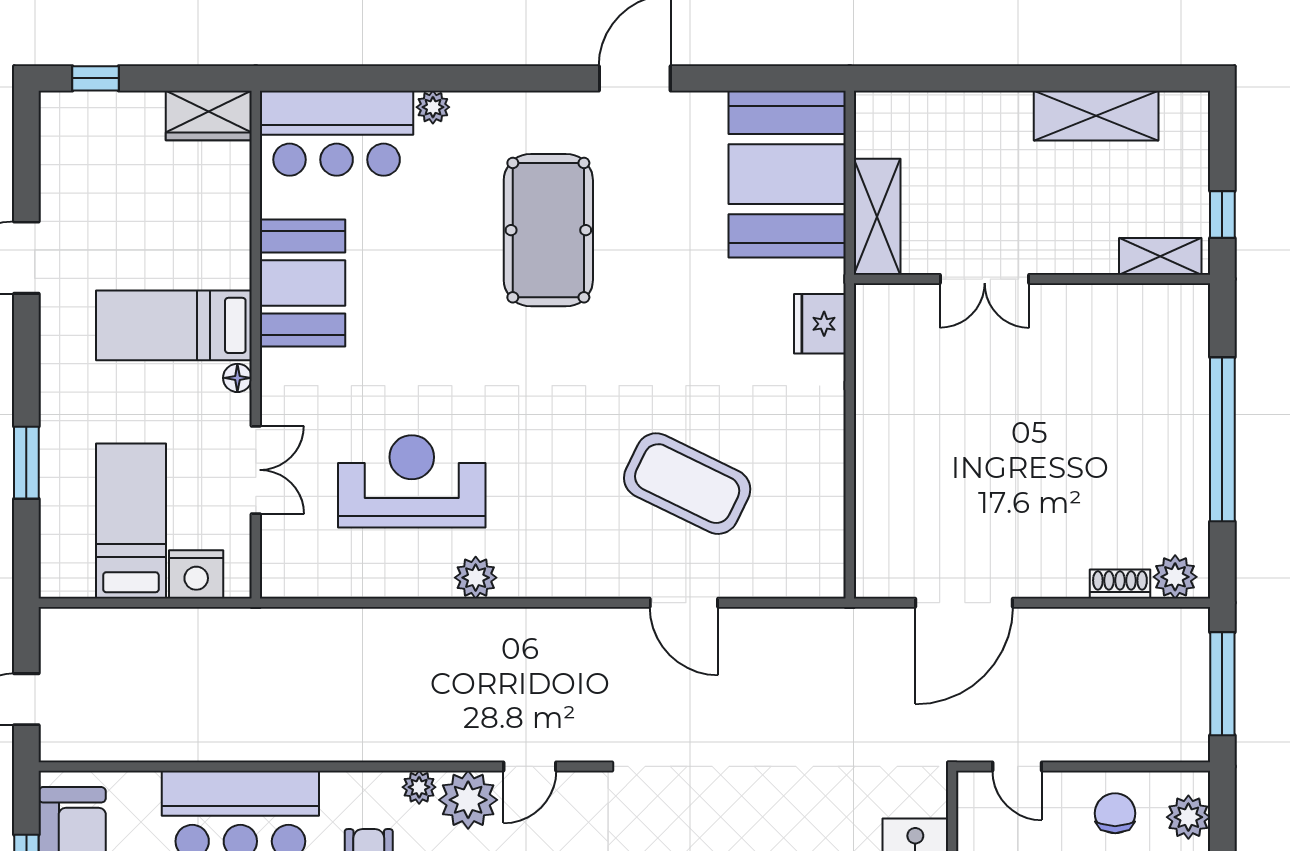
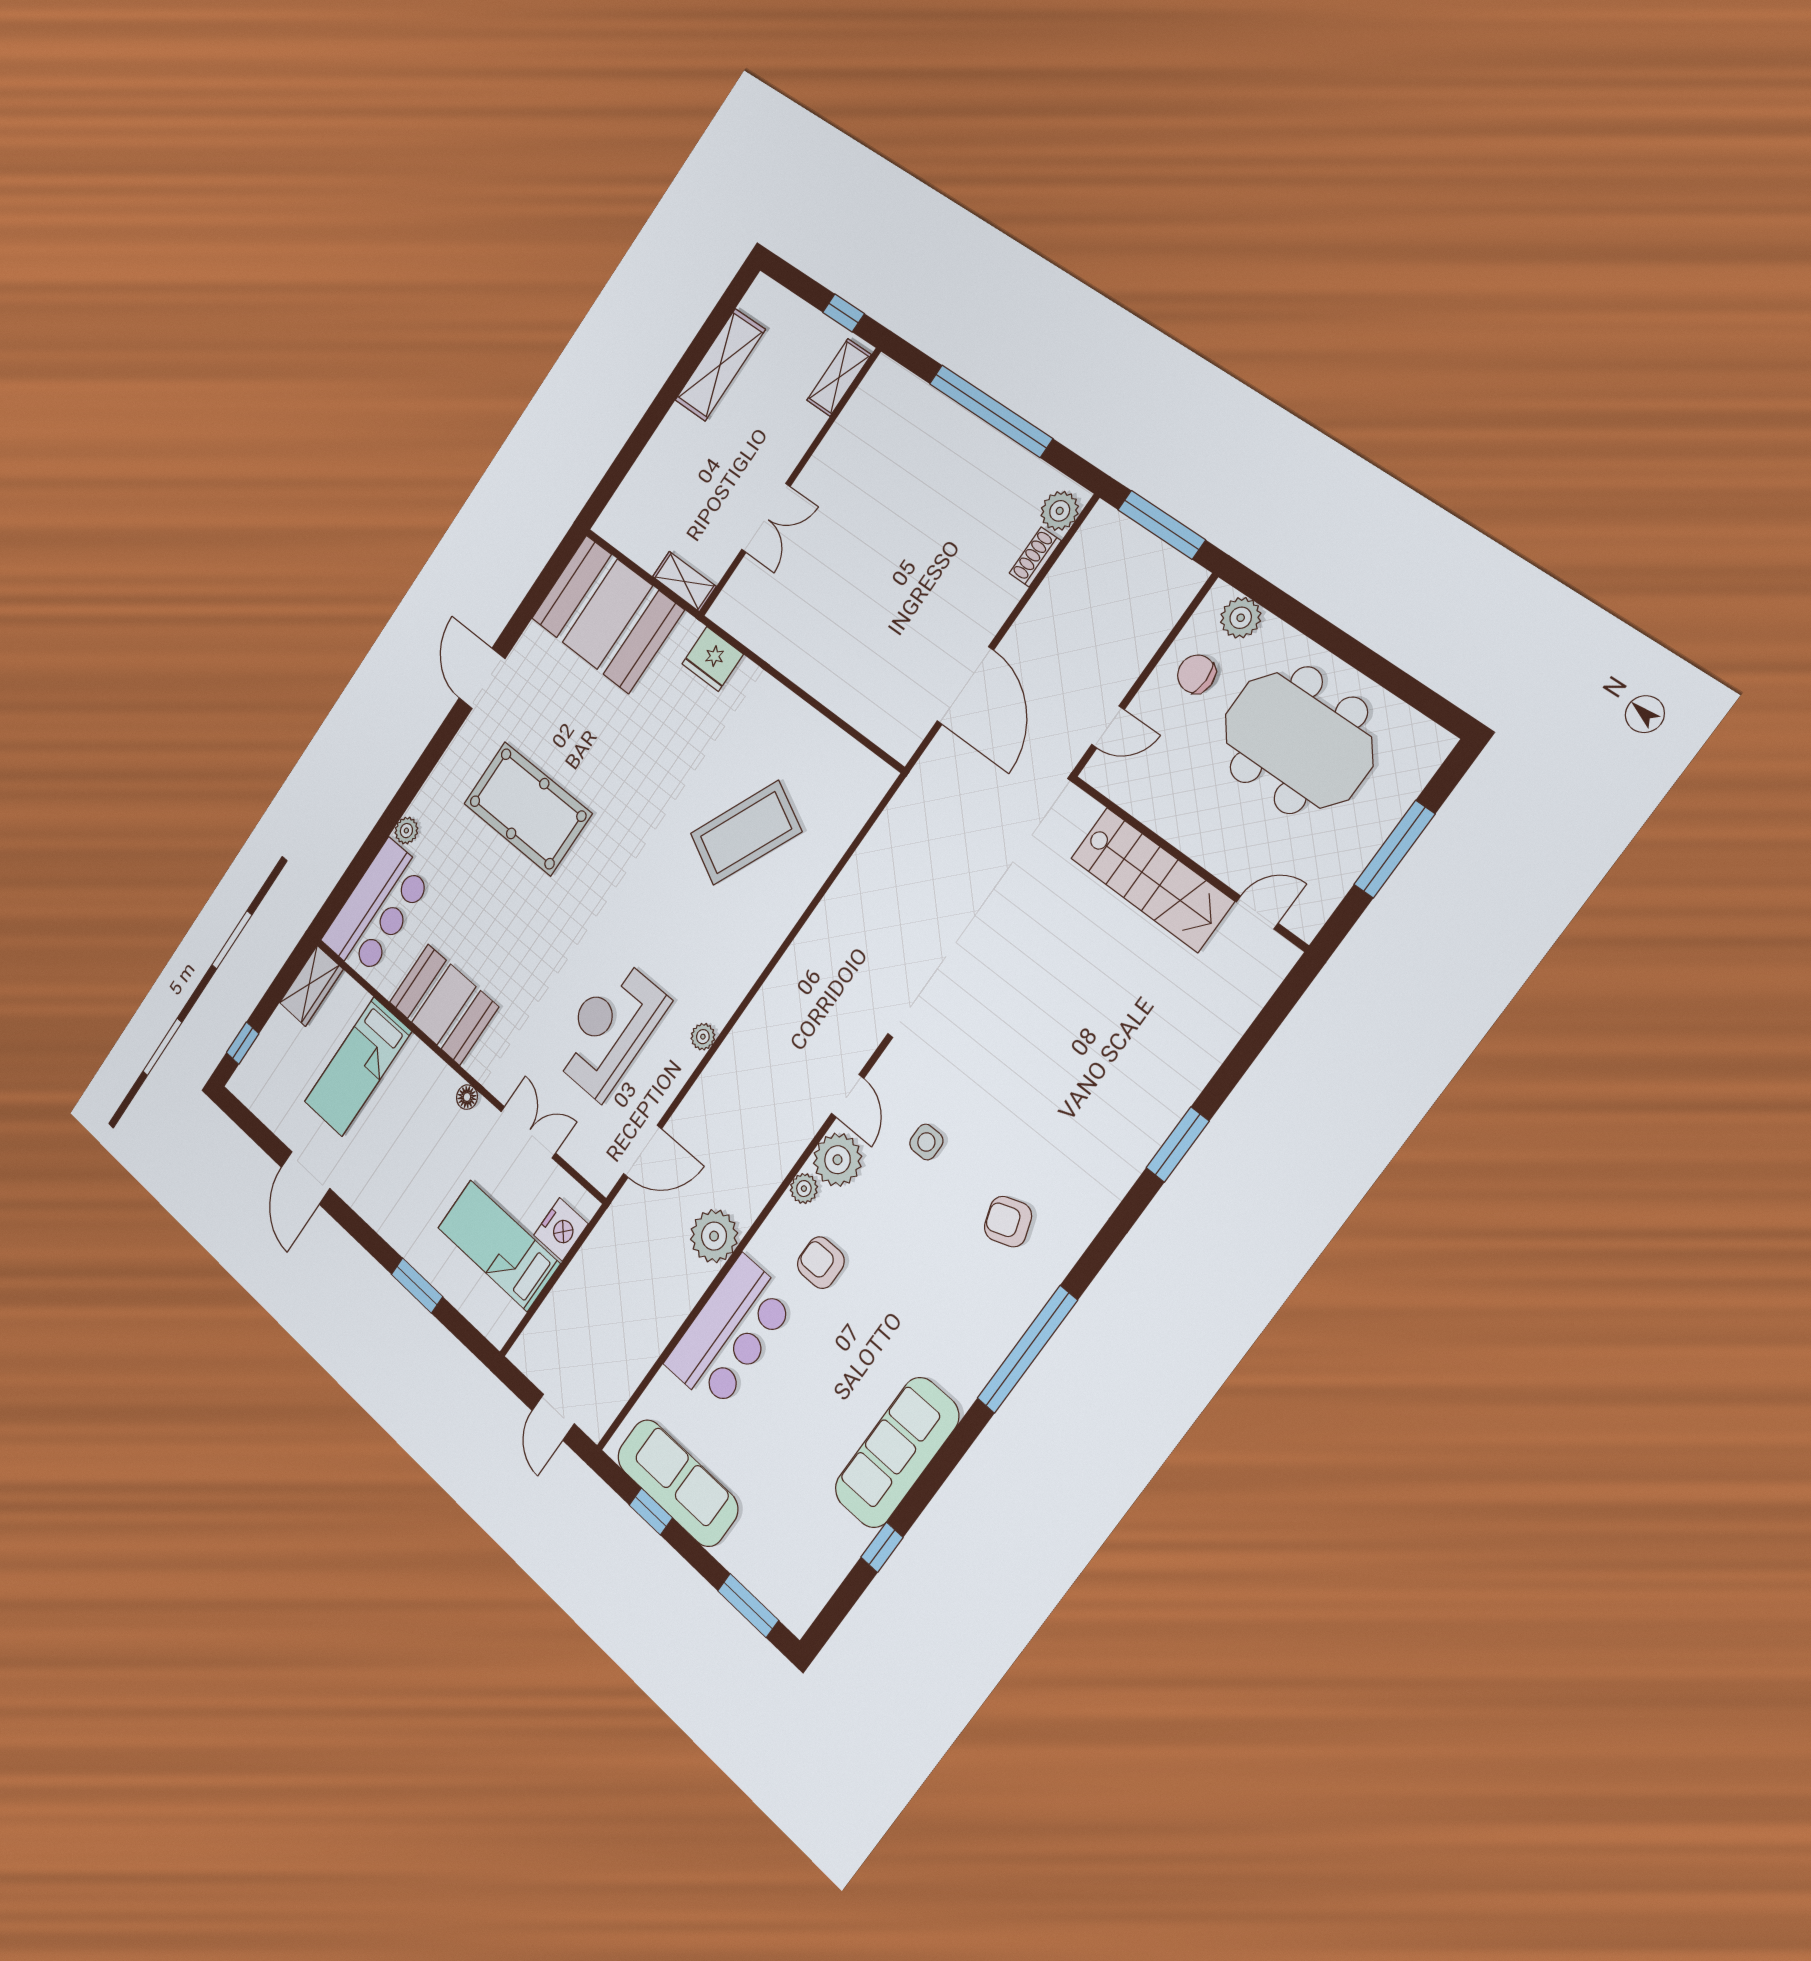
shelving: (877, 217) -> (684, 582), width x0.67, depth x0.75
bed: (174, 325) -> (358, 1067), moved
plant: (476, 578) -> (703, 1037), width x0.73, depth x0.73
door: (684, 603) -> (643, 1151), moved
plant: (311, 733) -> (714, 1236), added

